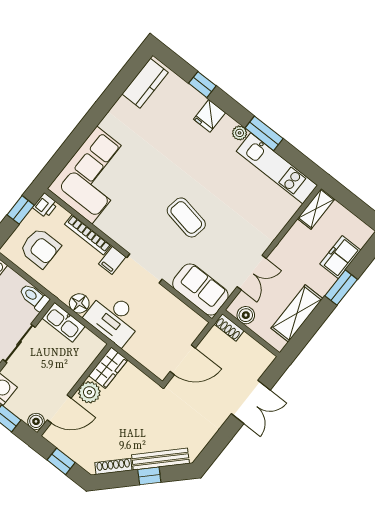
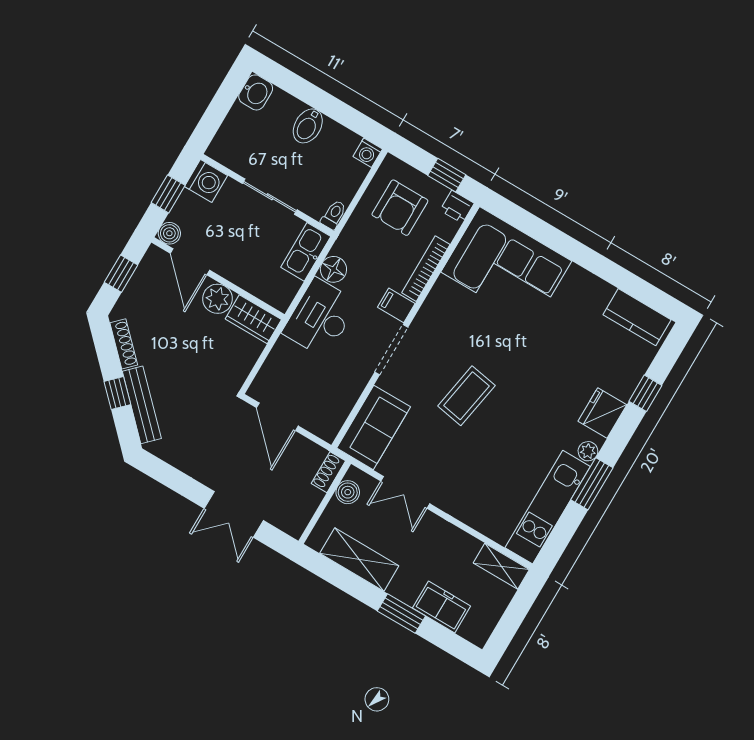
fridge: (209, 116) -> (602, 413), width x1.38
toilet: (34, 297) -> (334, 215), width x0.73, depth x0.72

